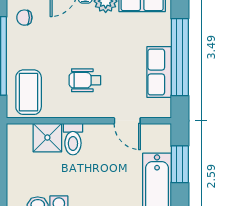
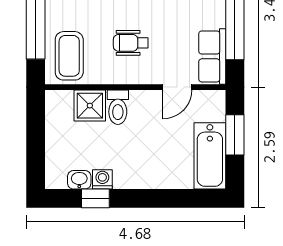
row of seats: (159, 72) -> (212, 56), moved
door: (127, 121) -> (177, 87), hinge flipped

